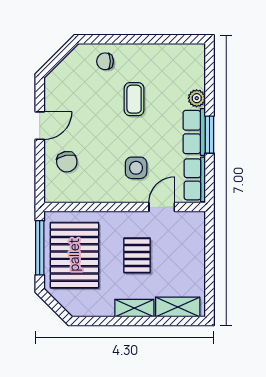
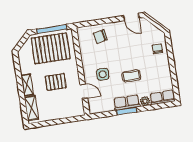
coffee table: (134, 99) -> (131, 76), moved
door: (40, 126) -> (131, 17), moved
row of seats: (195, 179) -> (162, 97), moved

